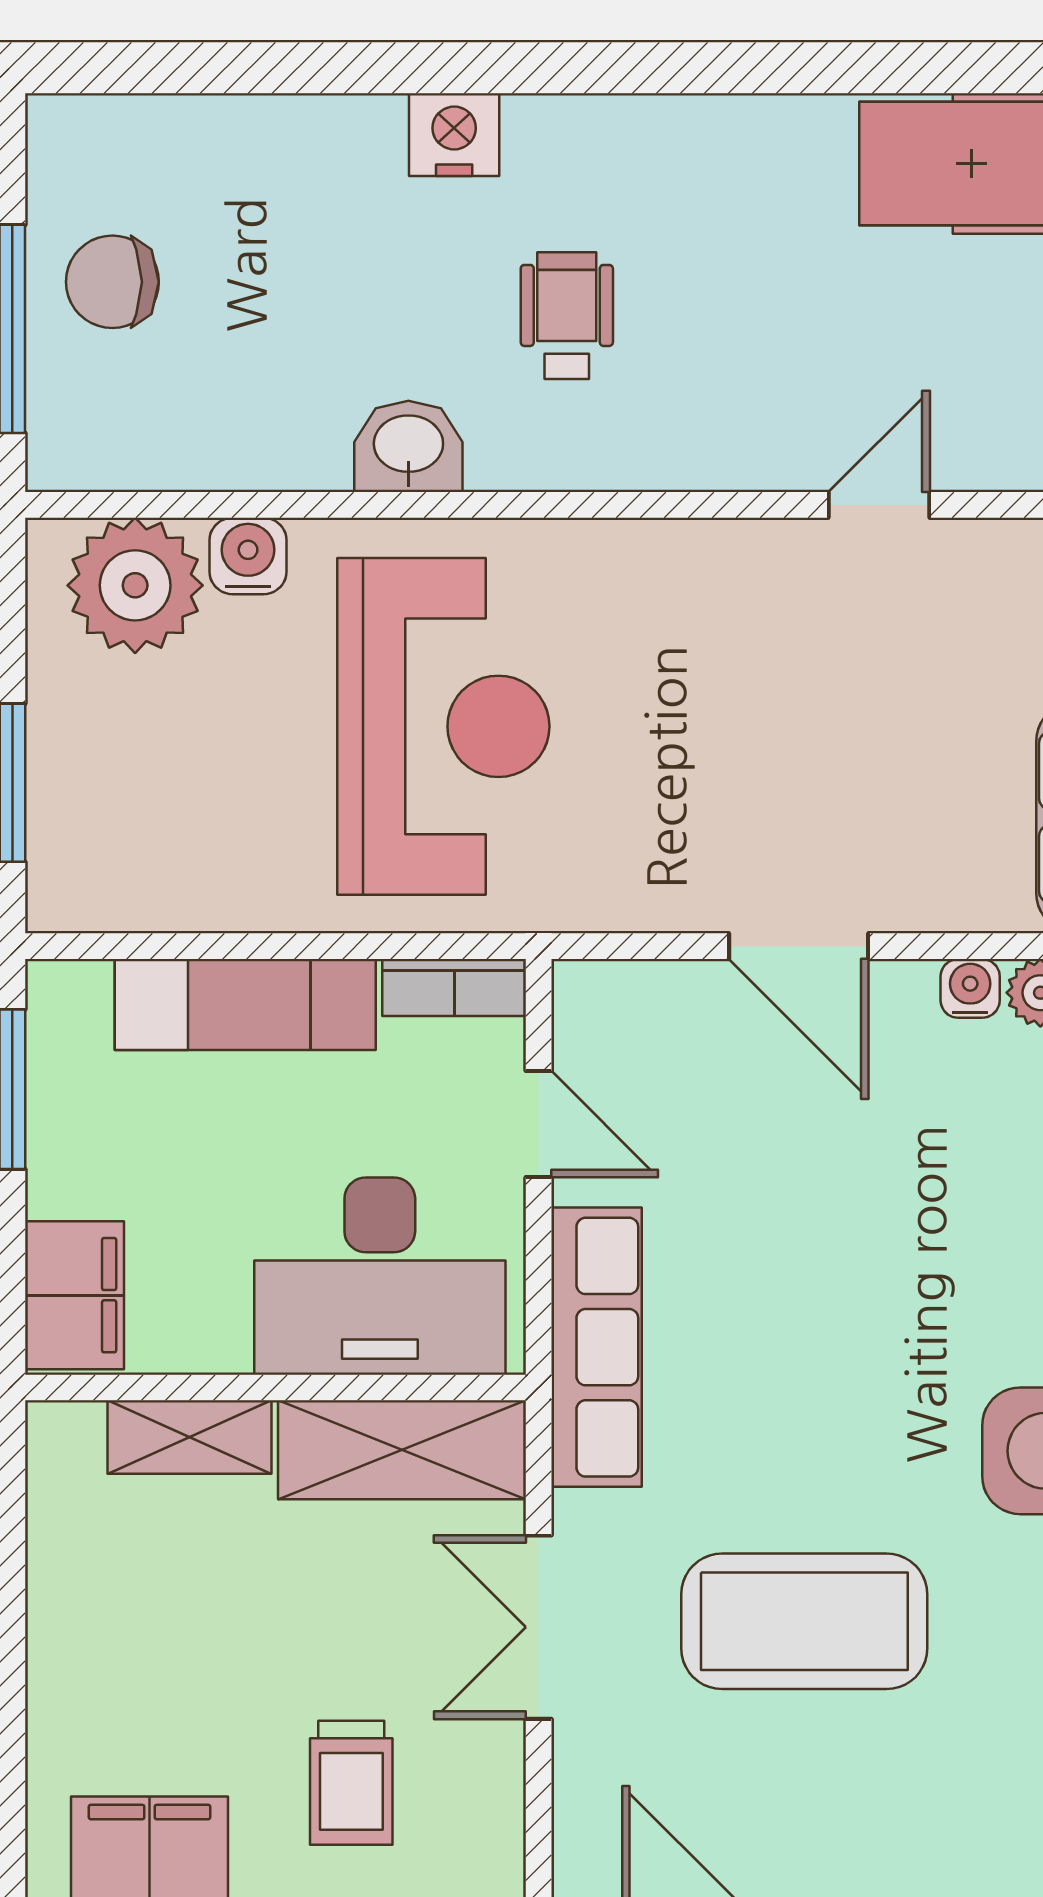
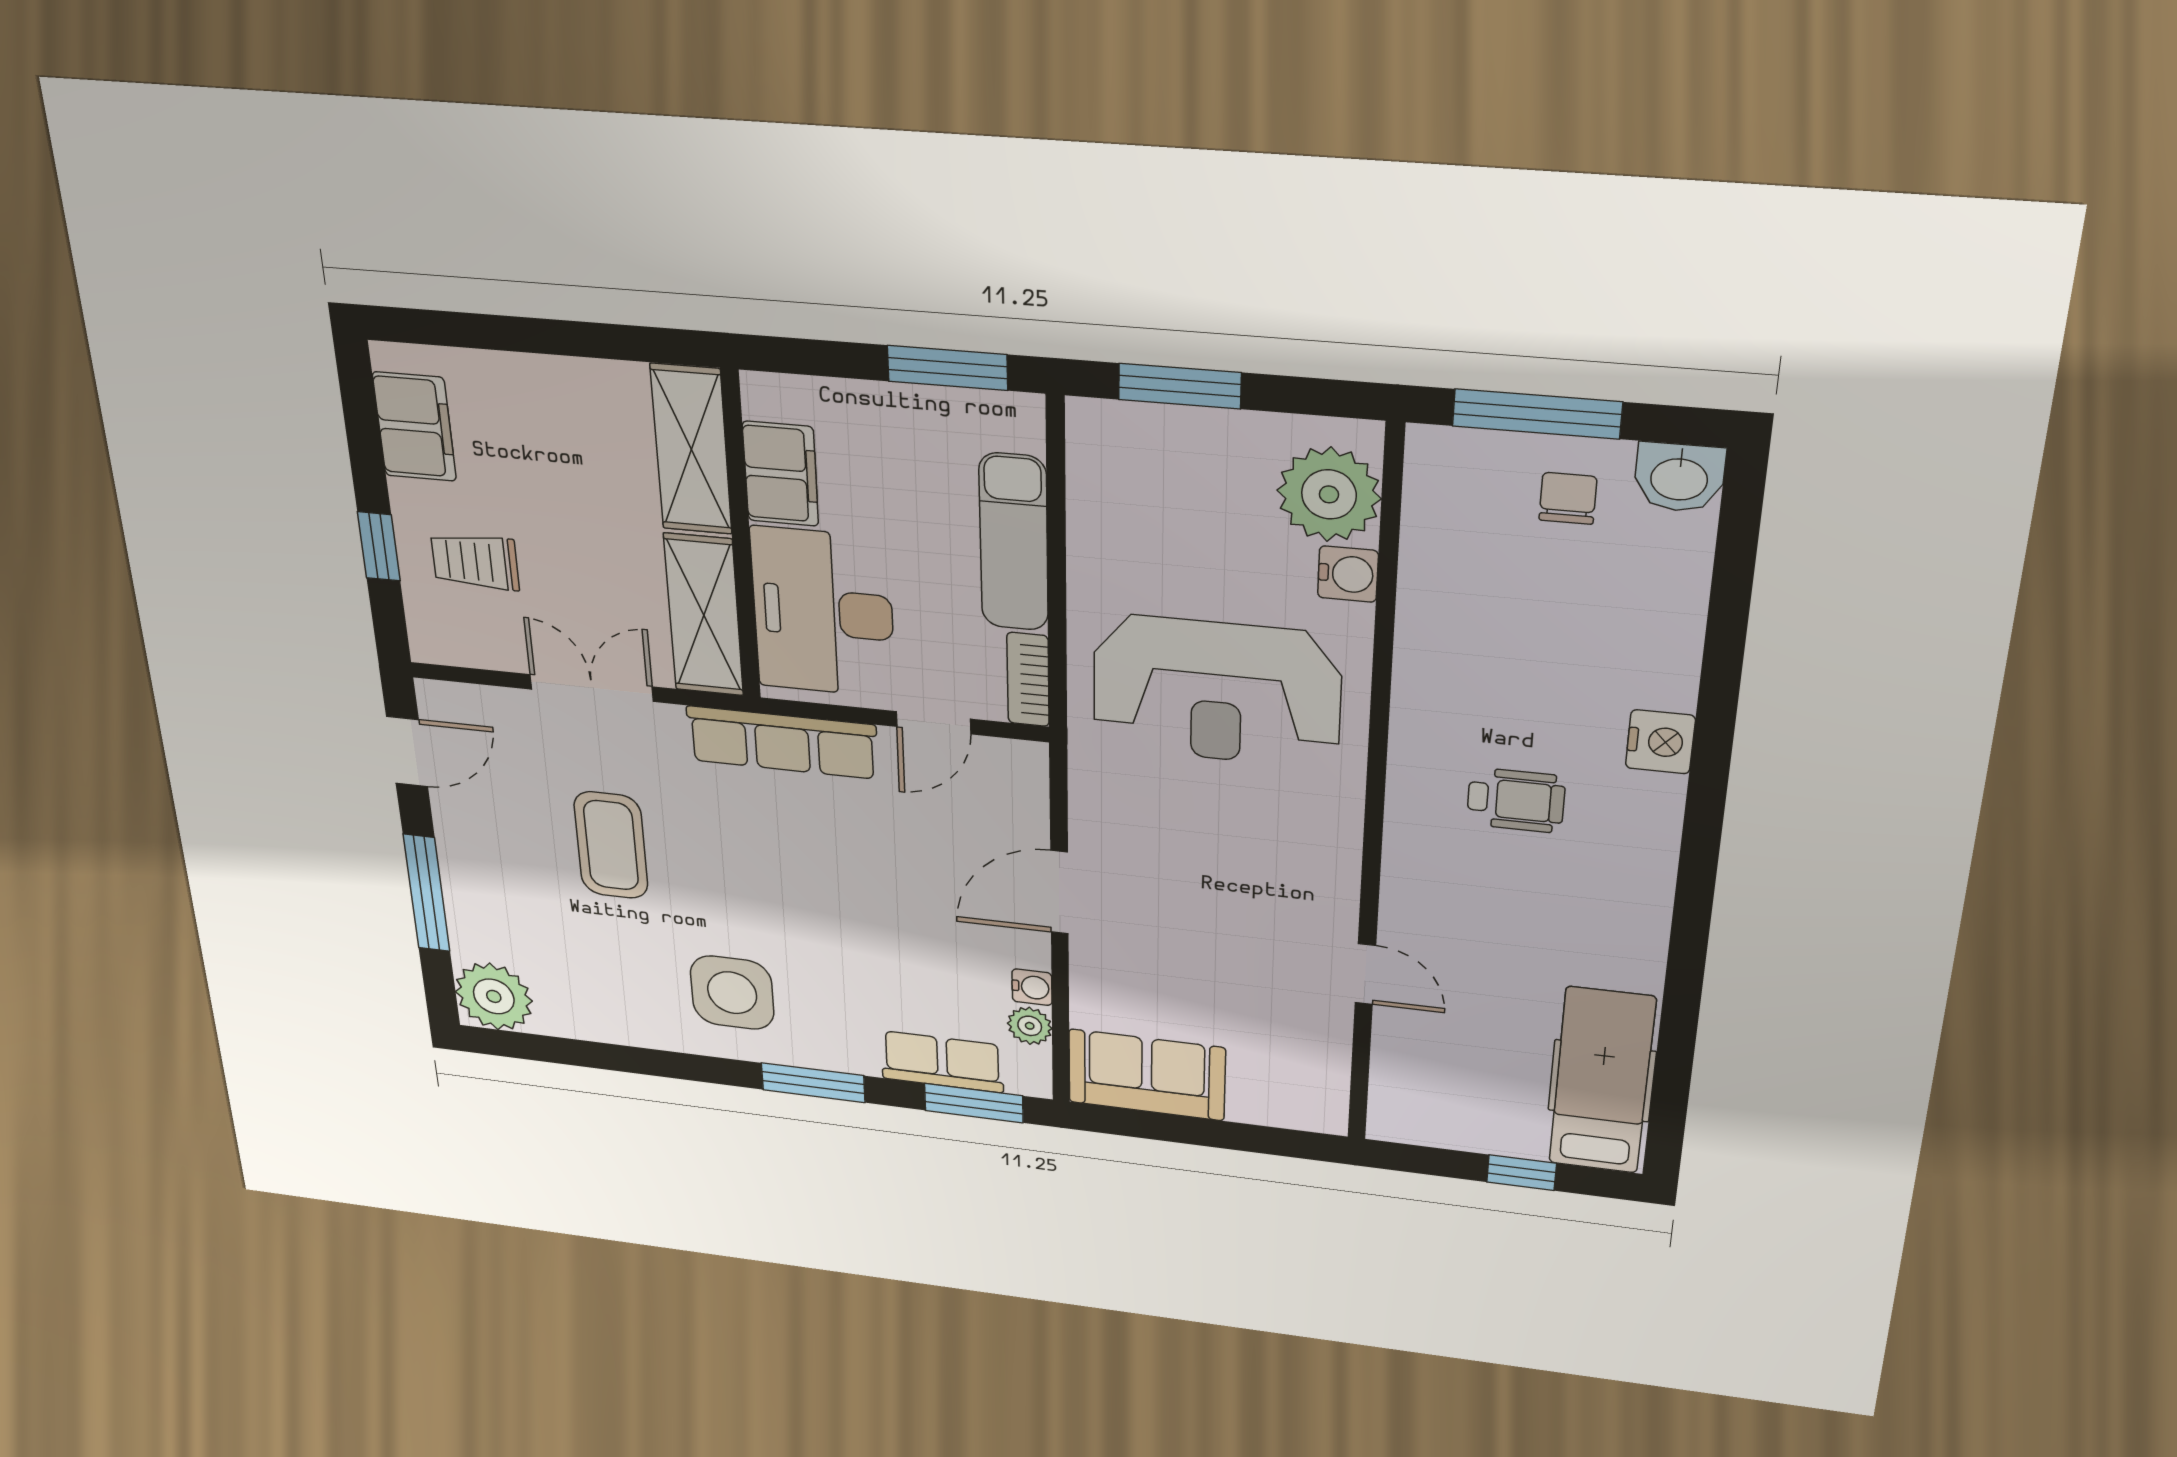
chair: (112, 282) -> (1568, 498), width x0.73, depth x0.73
washbasin: (408, 446) -> (1679, 477), moved, turned 90
filing cabinet: (75, 1295) -> (781, 474), moved, turned -90
shelving: (189, 1437) -> (691, 450), width x1.50, depth x1.33
coffee table: (804, 1621) -> (611, 845), width x0.73, depth x0.76

